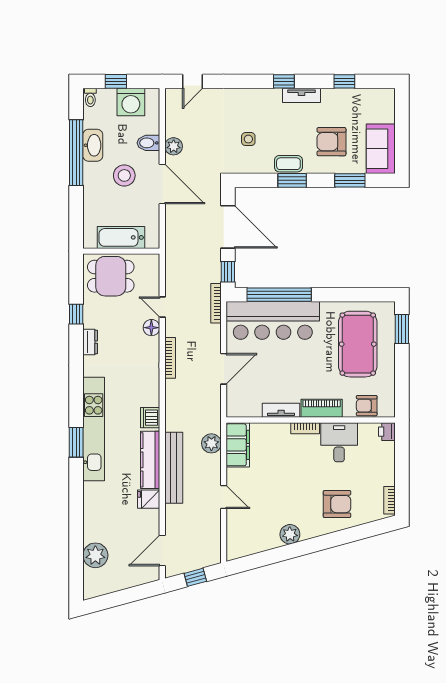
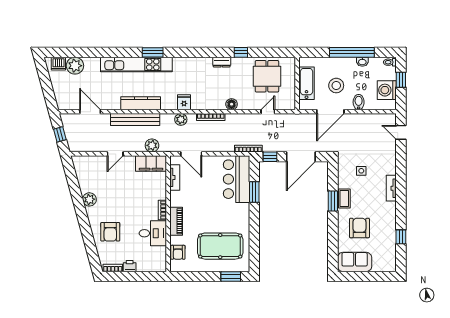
window: (284, 81) -> (401, 195), removed
tv unit: (301, 95) -> (391, 188), moved
washbasin: (93, 145) -> (362, 62), width x0.52, depth x0.69
plant: (174, 146) -> (181, 119), moved
window: (350, 180) -> (333, 241), removed
bathtub: (121, 237) -> (307, 83), moved
wall: (121, 251) -> (297, 83), moved
window: (279, 295) -> (254, 192), width x0.47
door: (162, 307) -> (268, 112), moved
bar counter: (273, 320) -> (237, 179), width x0.73
door: (224, 369) -> (191, 154), moved
armchair: (367, 406) -> (178, 252), turned 180
tv unit: (281, 410) -> (175, 177), moved
dishwasher: (150, 418) -> (58, 64), moved, turned 180
kitchen unit: (94, 429) -> (136, 64), moved
printer: (387, 432) -> (130, 266), moved
fridge: (149, 499) -> (184, 102), moved
door: (162, 550) -> (90, 112), moved

